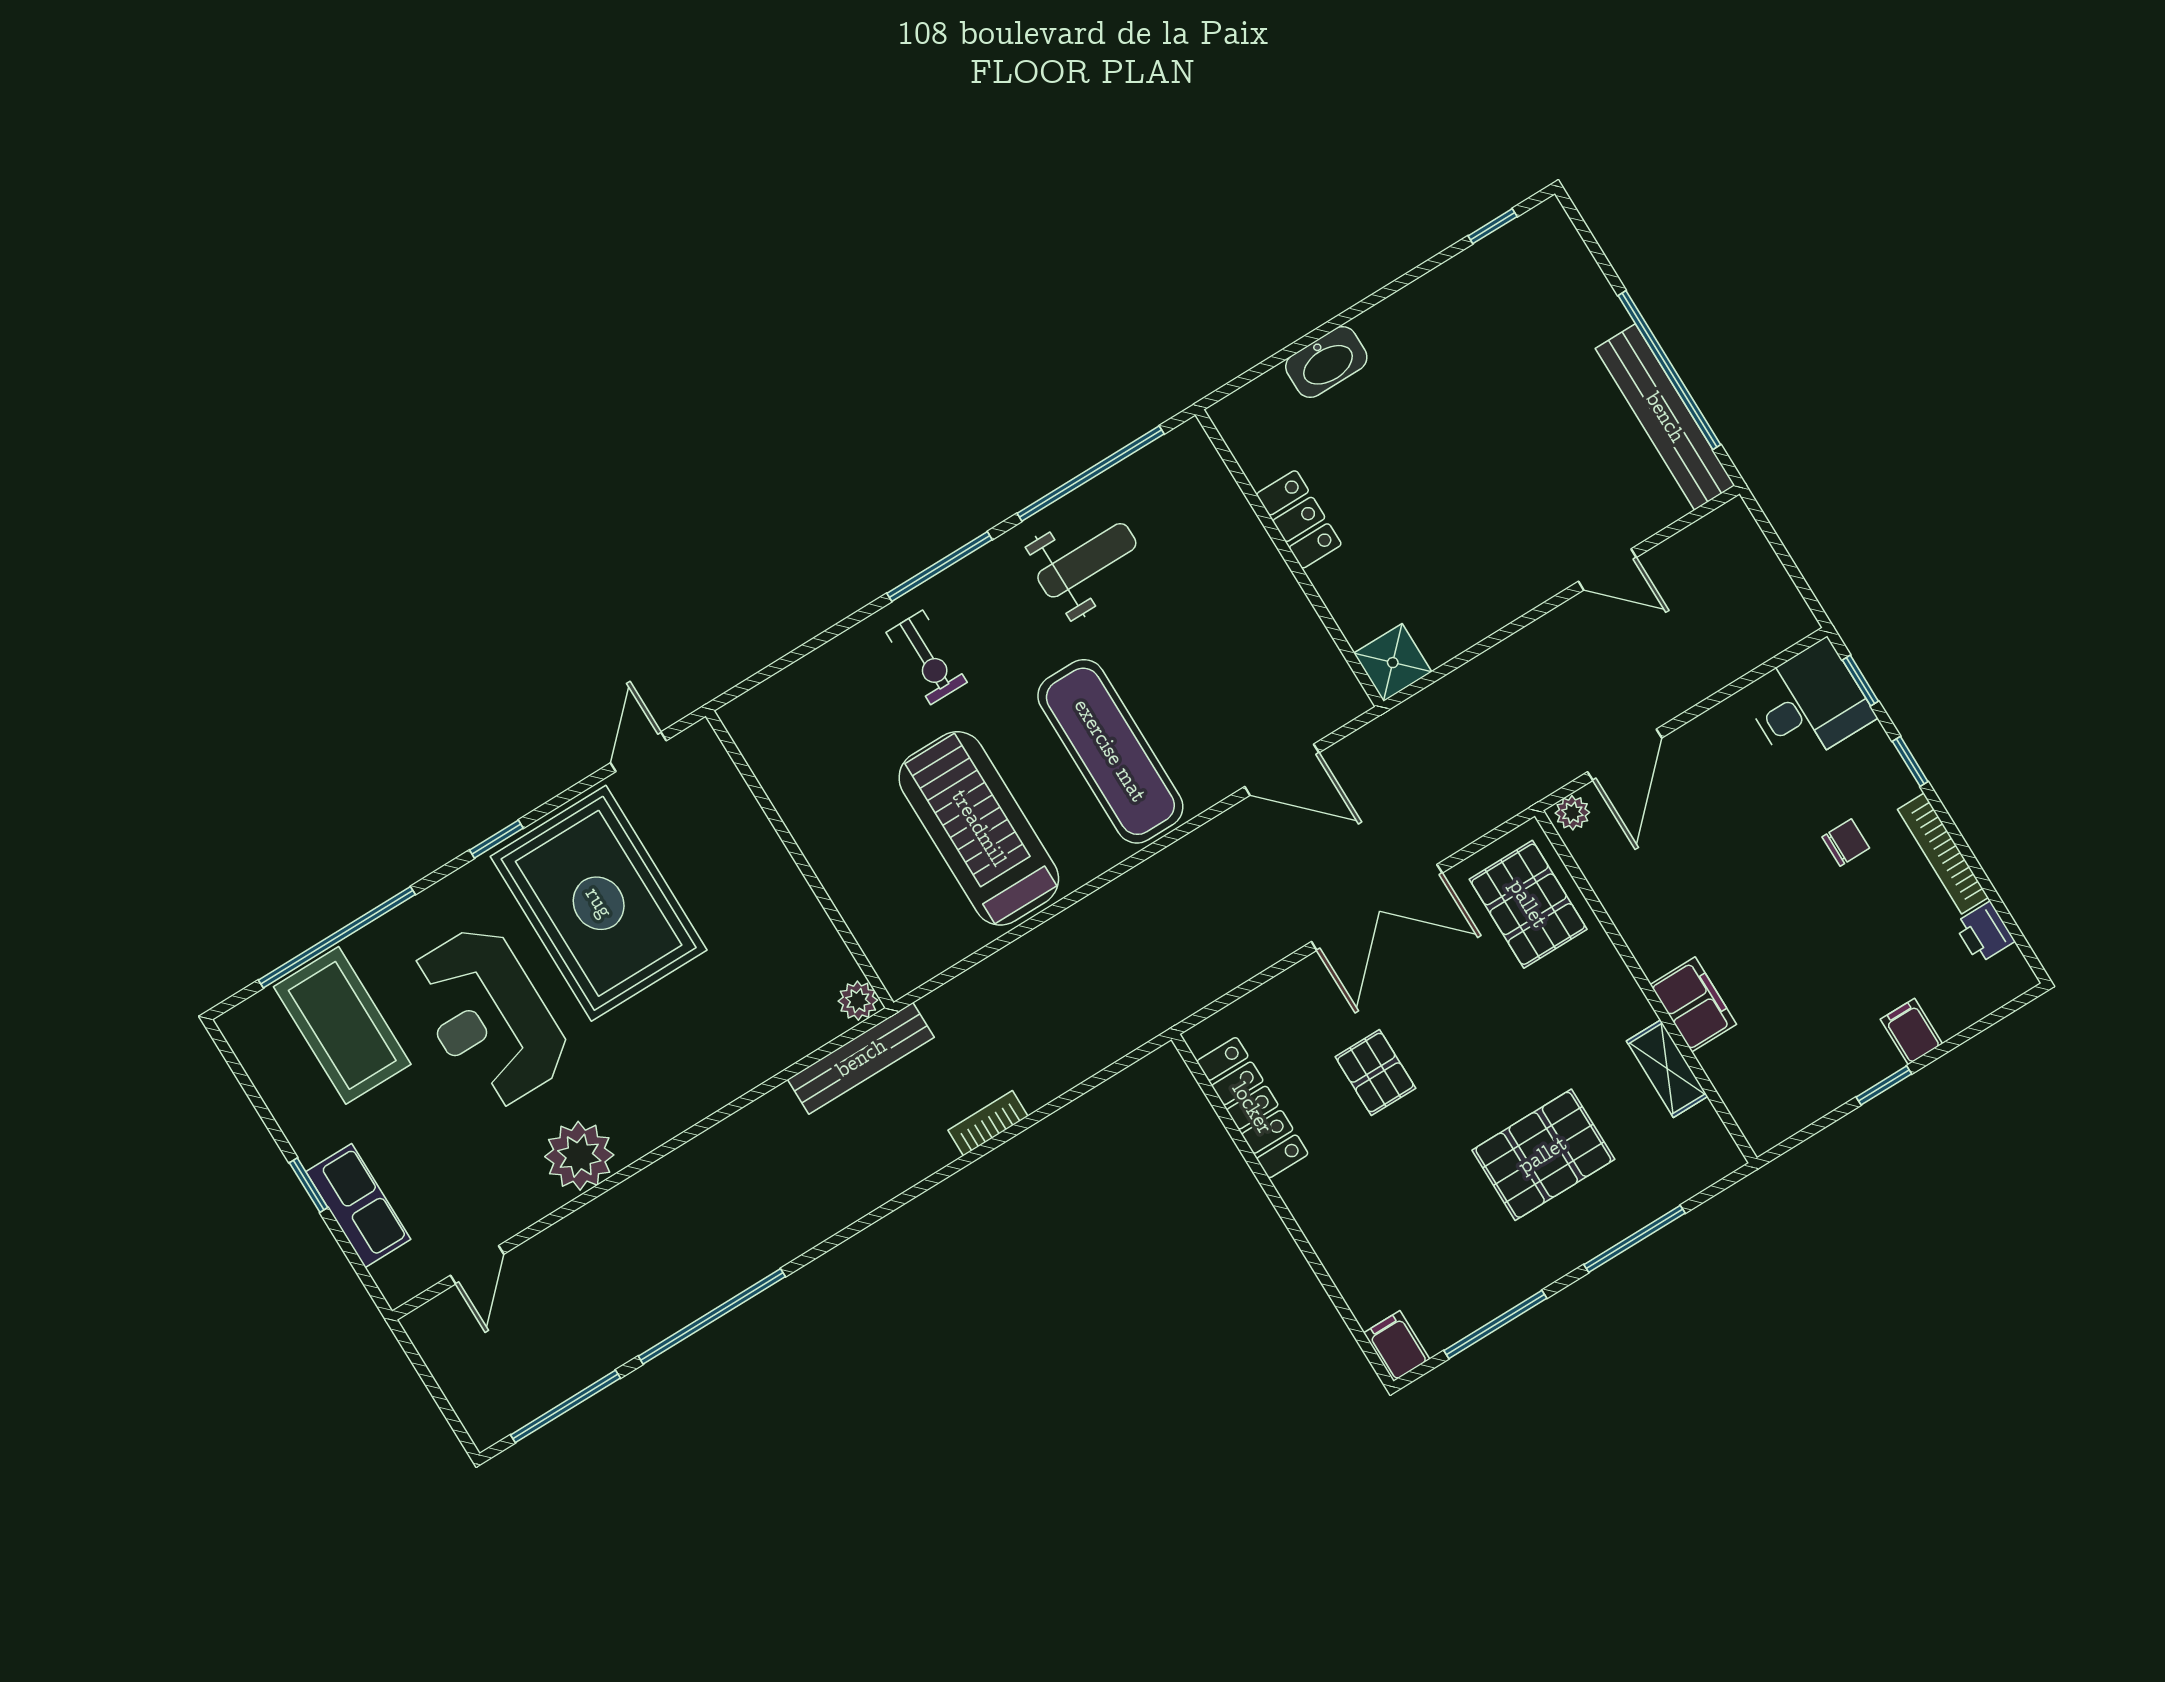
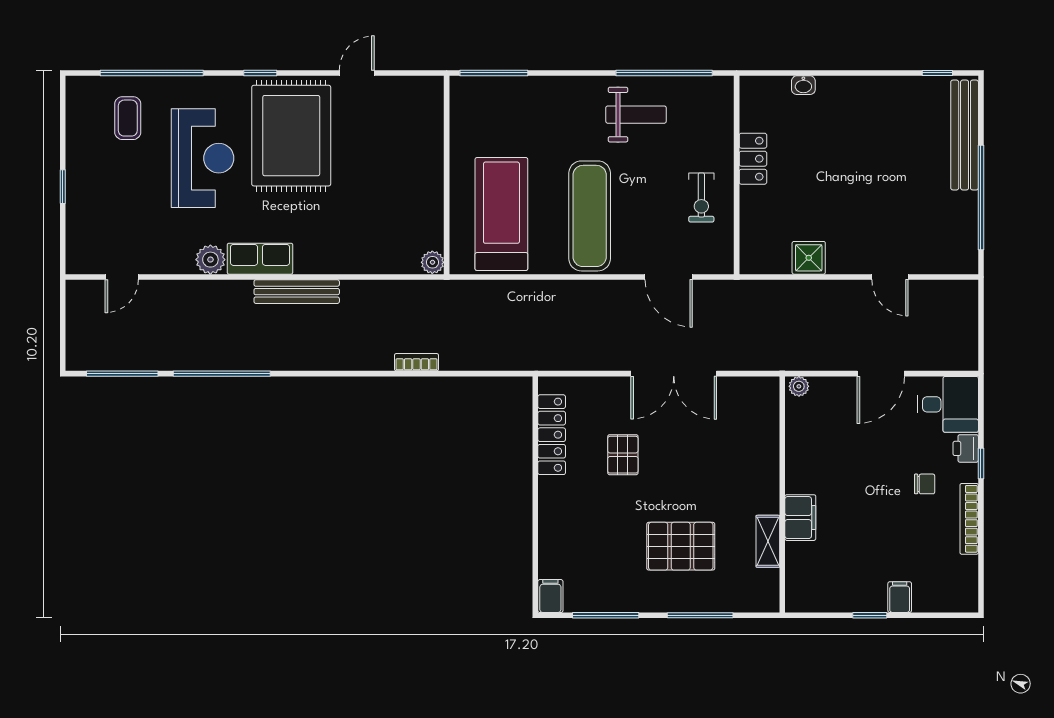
washbasin: (1326, 362) -> (803, 85), width x0.52, depth x0.69
bench: (1665, 417) -> (965, 135), moved
window: (940, 566) -> (494, 73), moved
exercise bike: (927, 657) -> (701, 197), moved
shower: (1393, 663) -> (809, 258), moved
window: (1860, 681) -> (981, 409), removed
door: (1625, 755) -> (881, 374), moved
wall: (800, 859) -> (447, 175), moved
pallet: (1528, 904) -> (749, 418), removed
printer: (1984, 932) -> (966, 448), moved
plant: (858, 1001) -> (432, 262), moved
reception desk: (489, 1017) -> (203, 158), turned 180
coffee table: (342, 1025) -> (128, 118), width x0.54, depth x0.58
bench: (861, 1058) -> (297, 292), moved
plant: (579, 1156) -> (210, 260), width x0.73, depth x0.73
row of seats: (358, 1206) -> (260, 259), moved, turned -90

